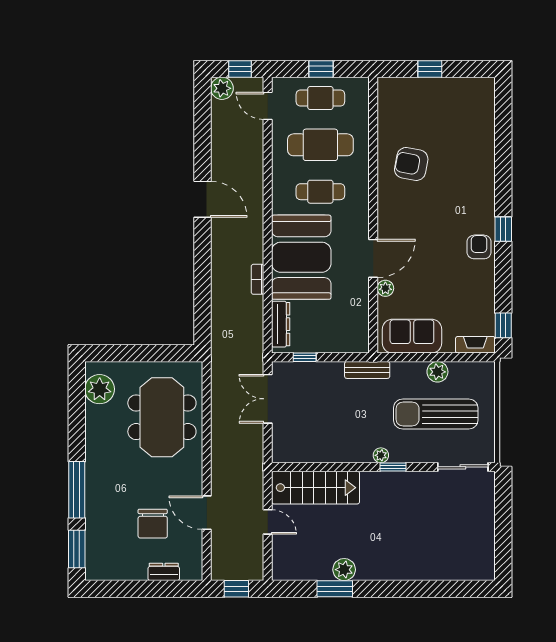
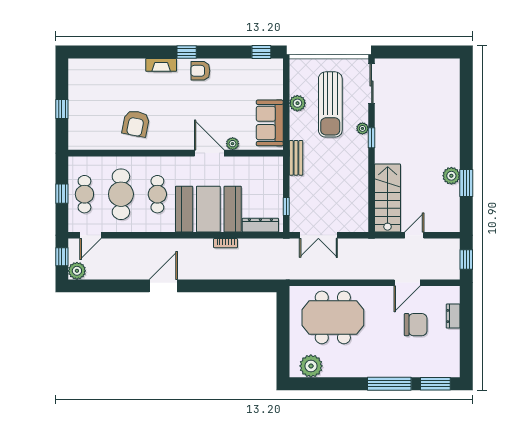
fireplace: (475, 345) -> (161, 65), moved, turned -90
plant: (381, 455) -> (362, 128), moved

